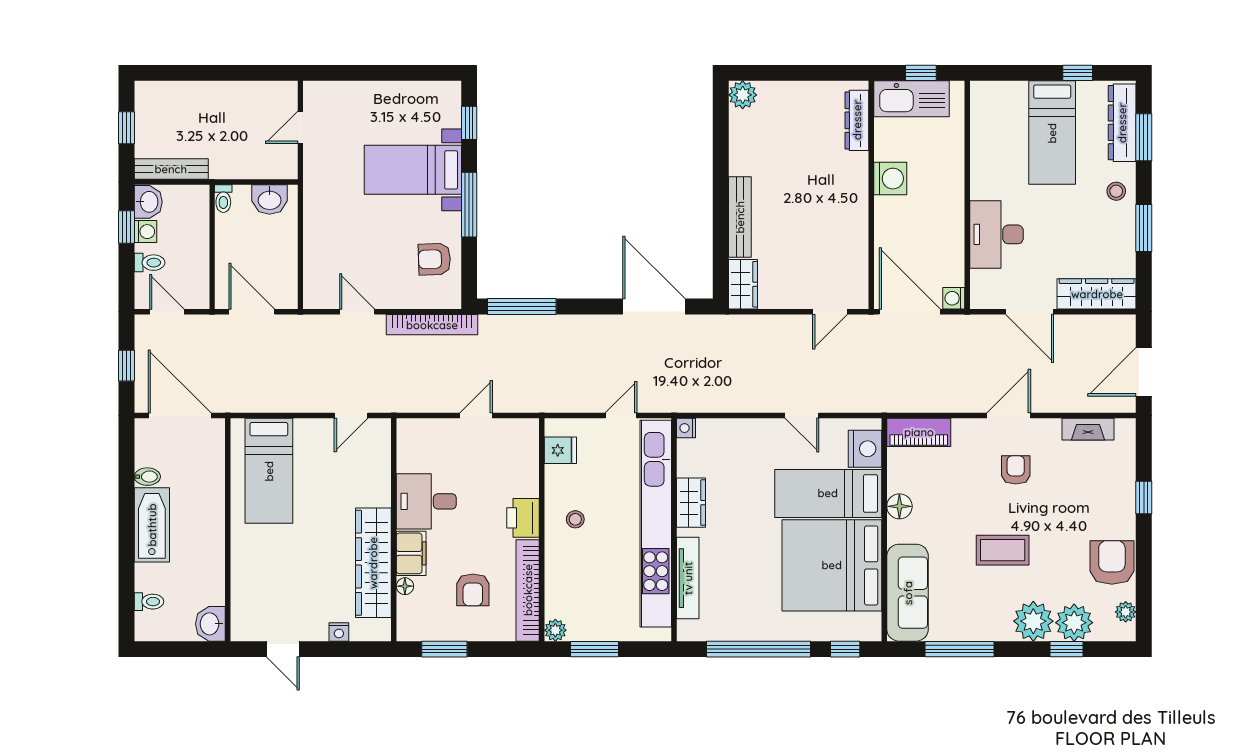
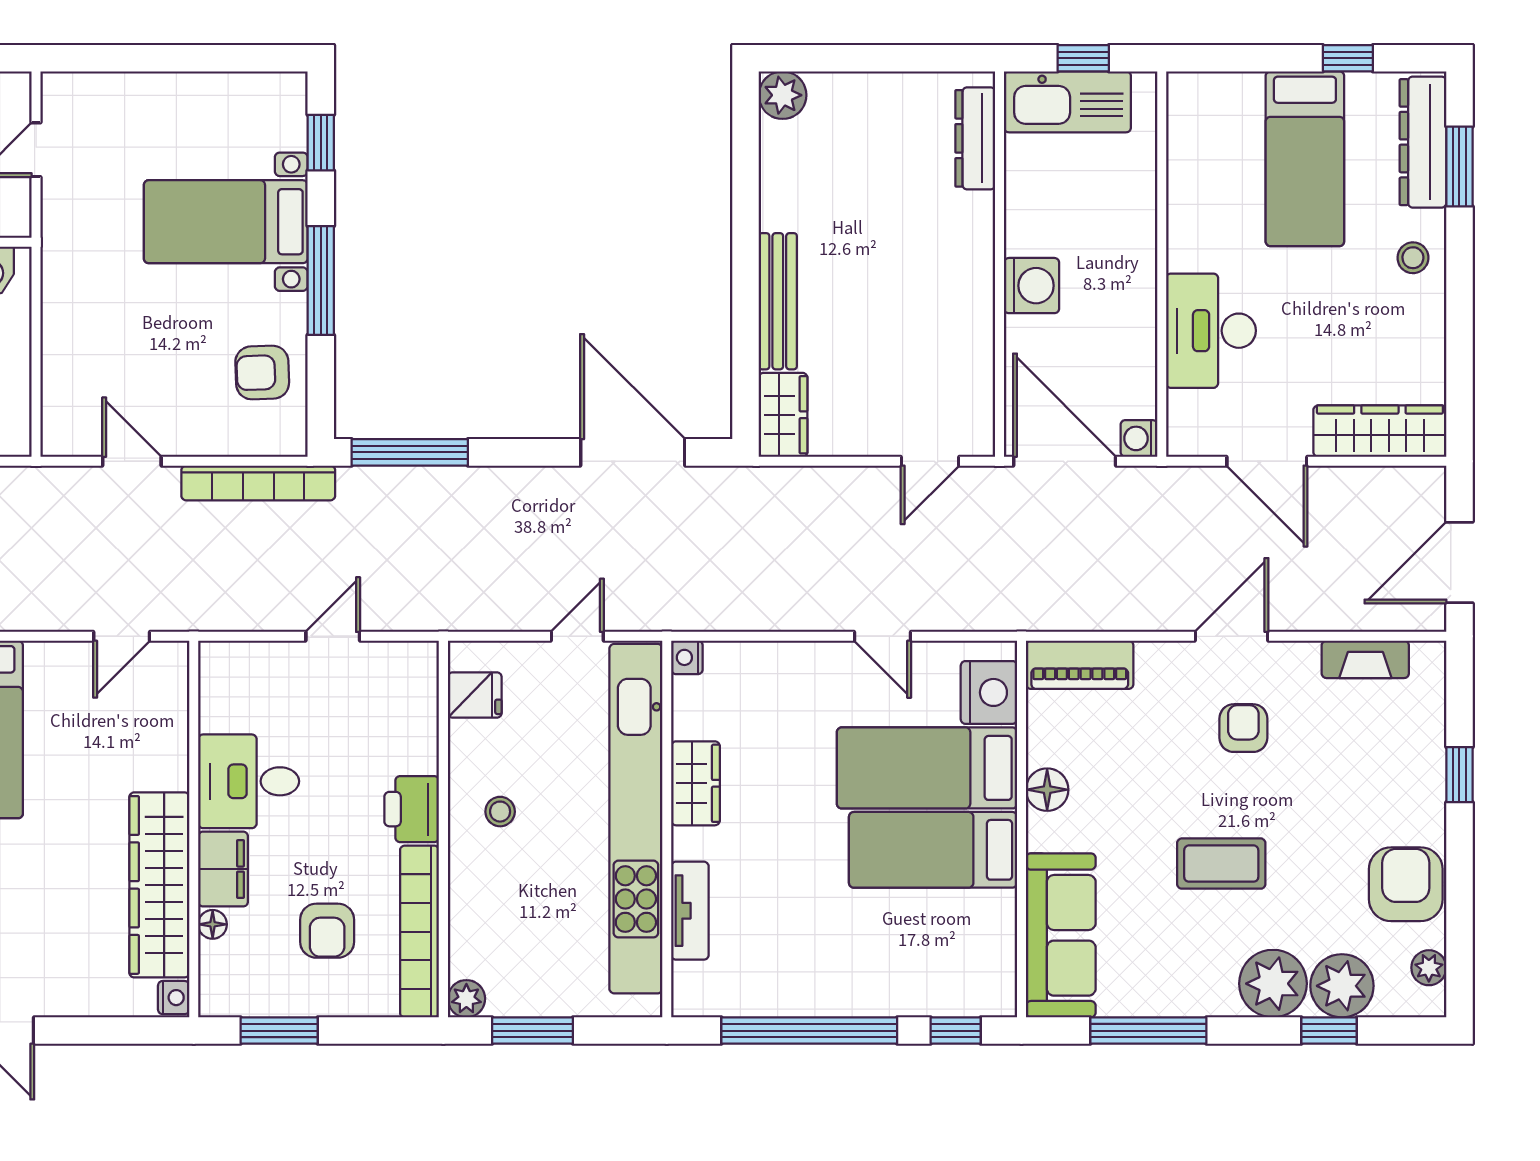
washing machine: (890, 179) -> (1032, 286), moved
window: (1144, 228) -> (1459, 320), removed
bed: (832, 565) -> (933, 850), width x0.49
tv unit: (688, 578) -> (690, 911), width x0.71
nightstand: (339, 632) -> (174, 998), moved, turned -90

